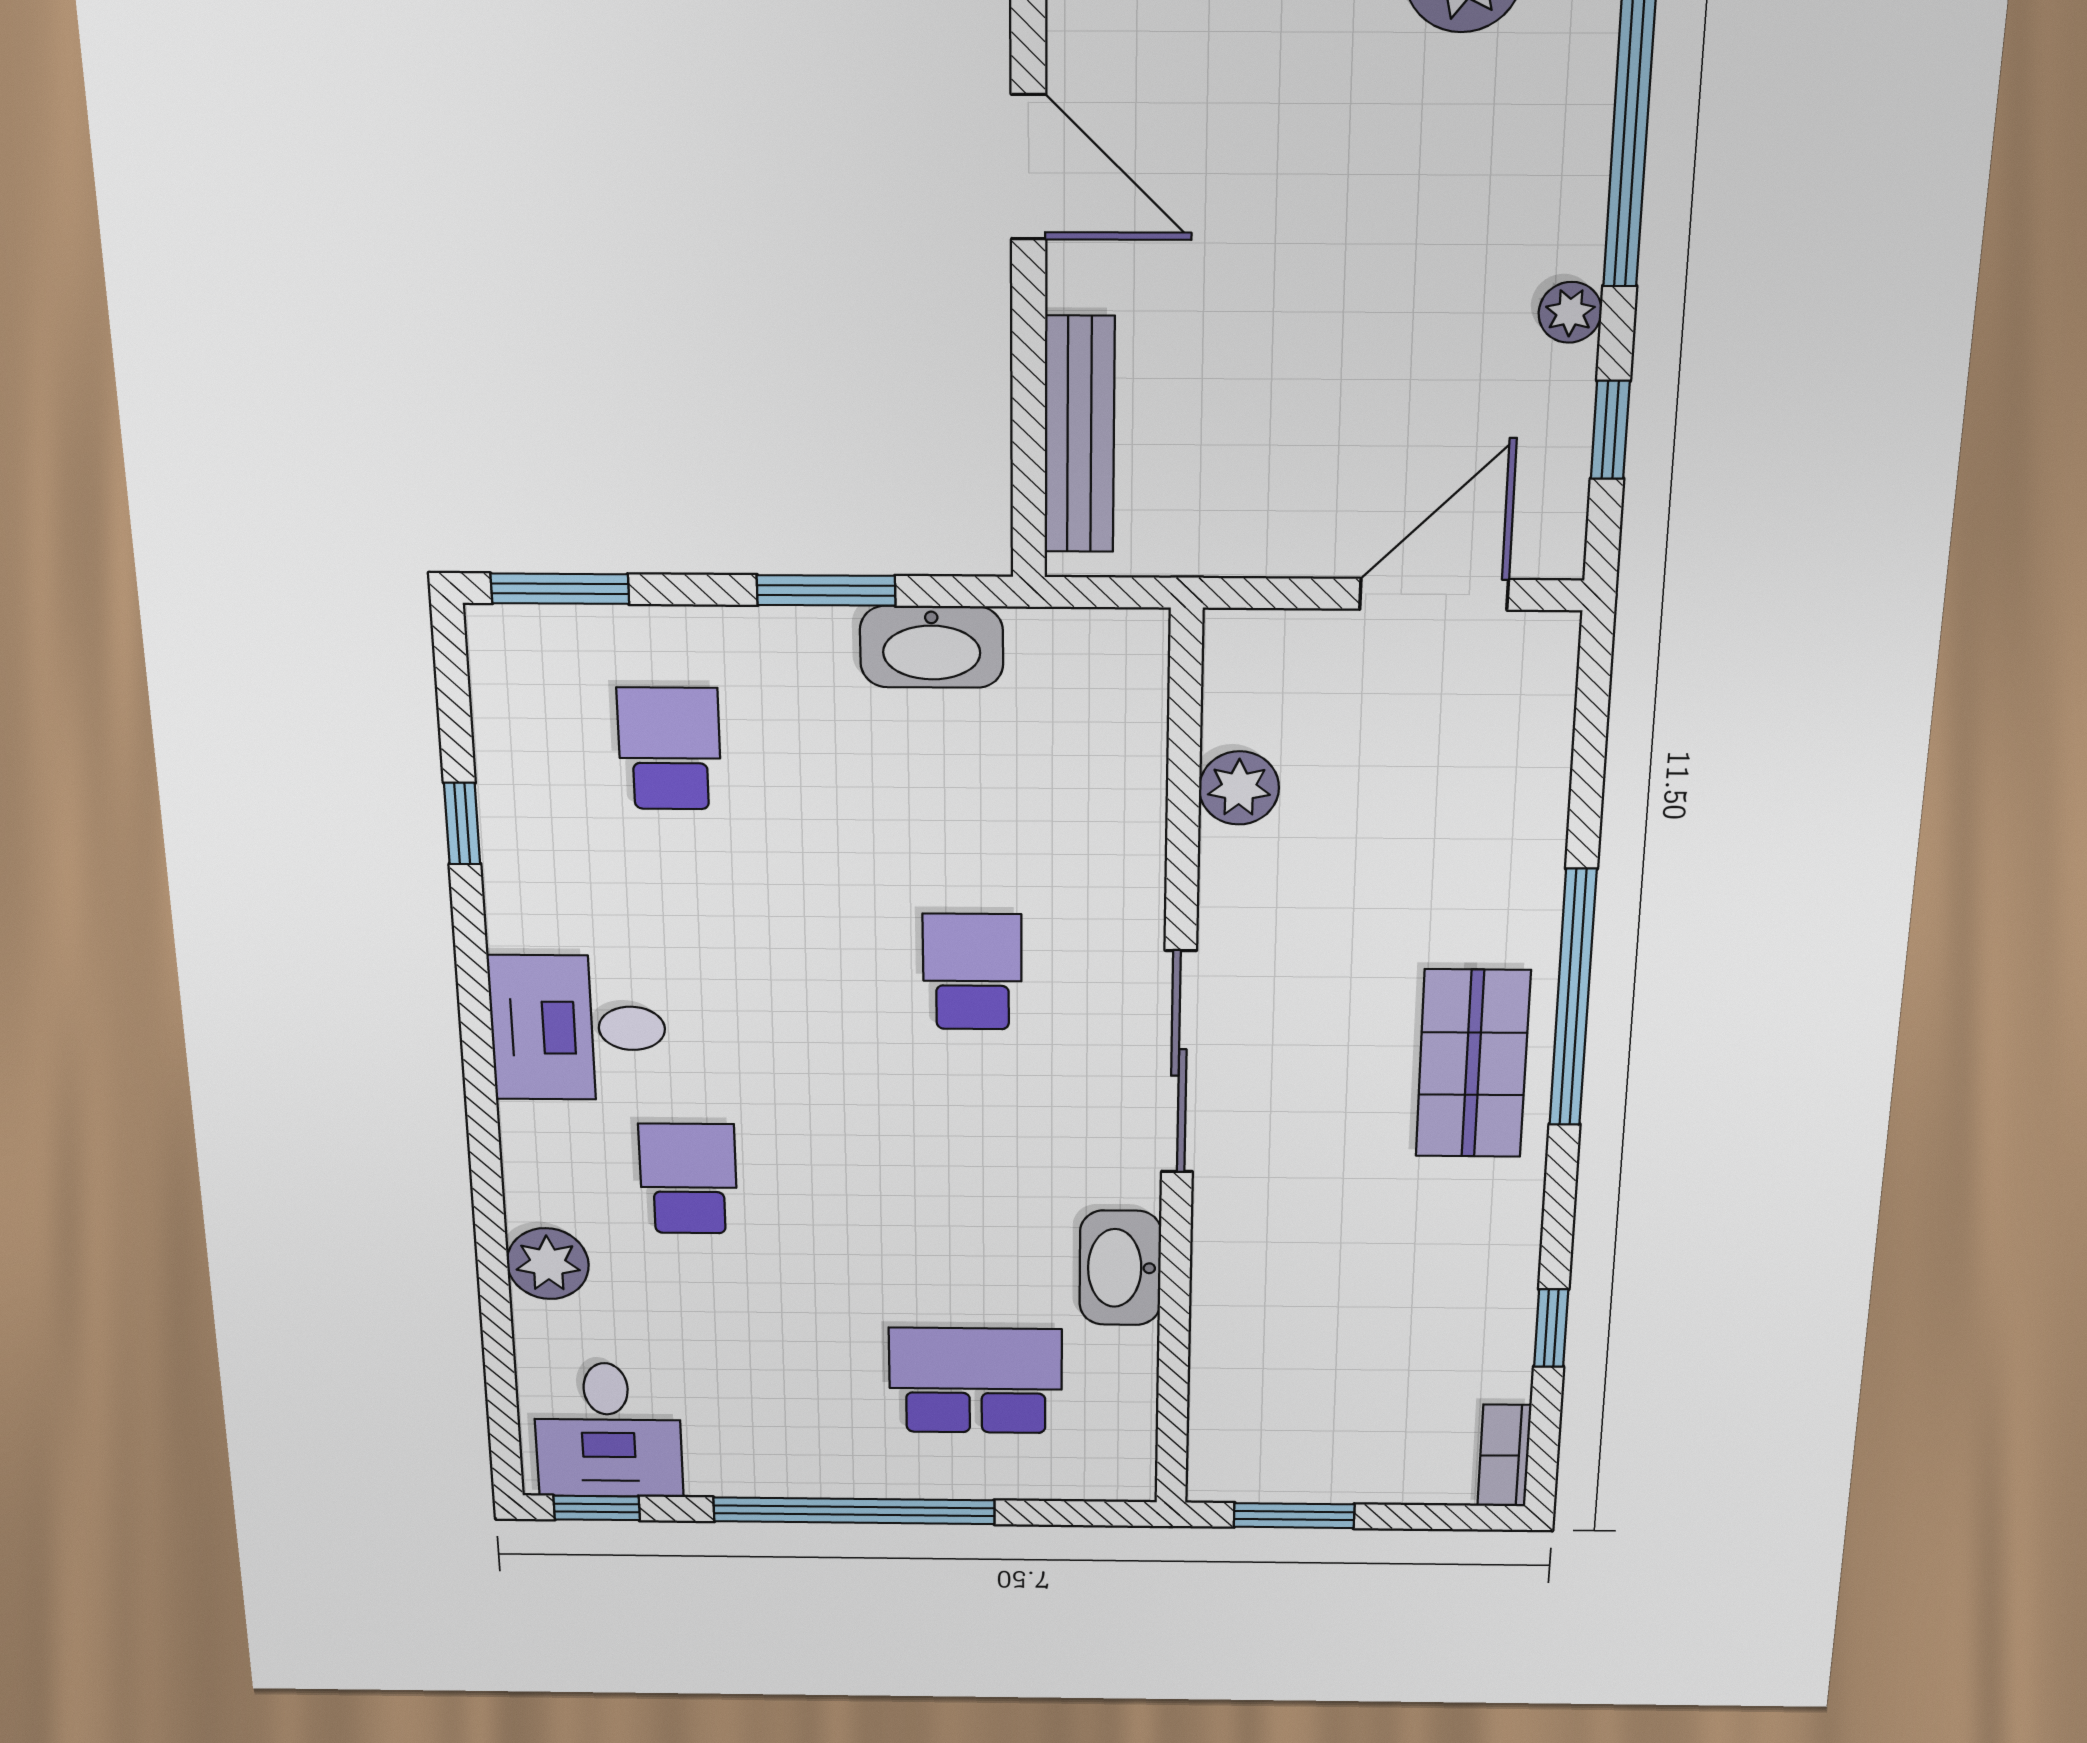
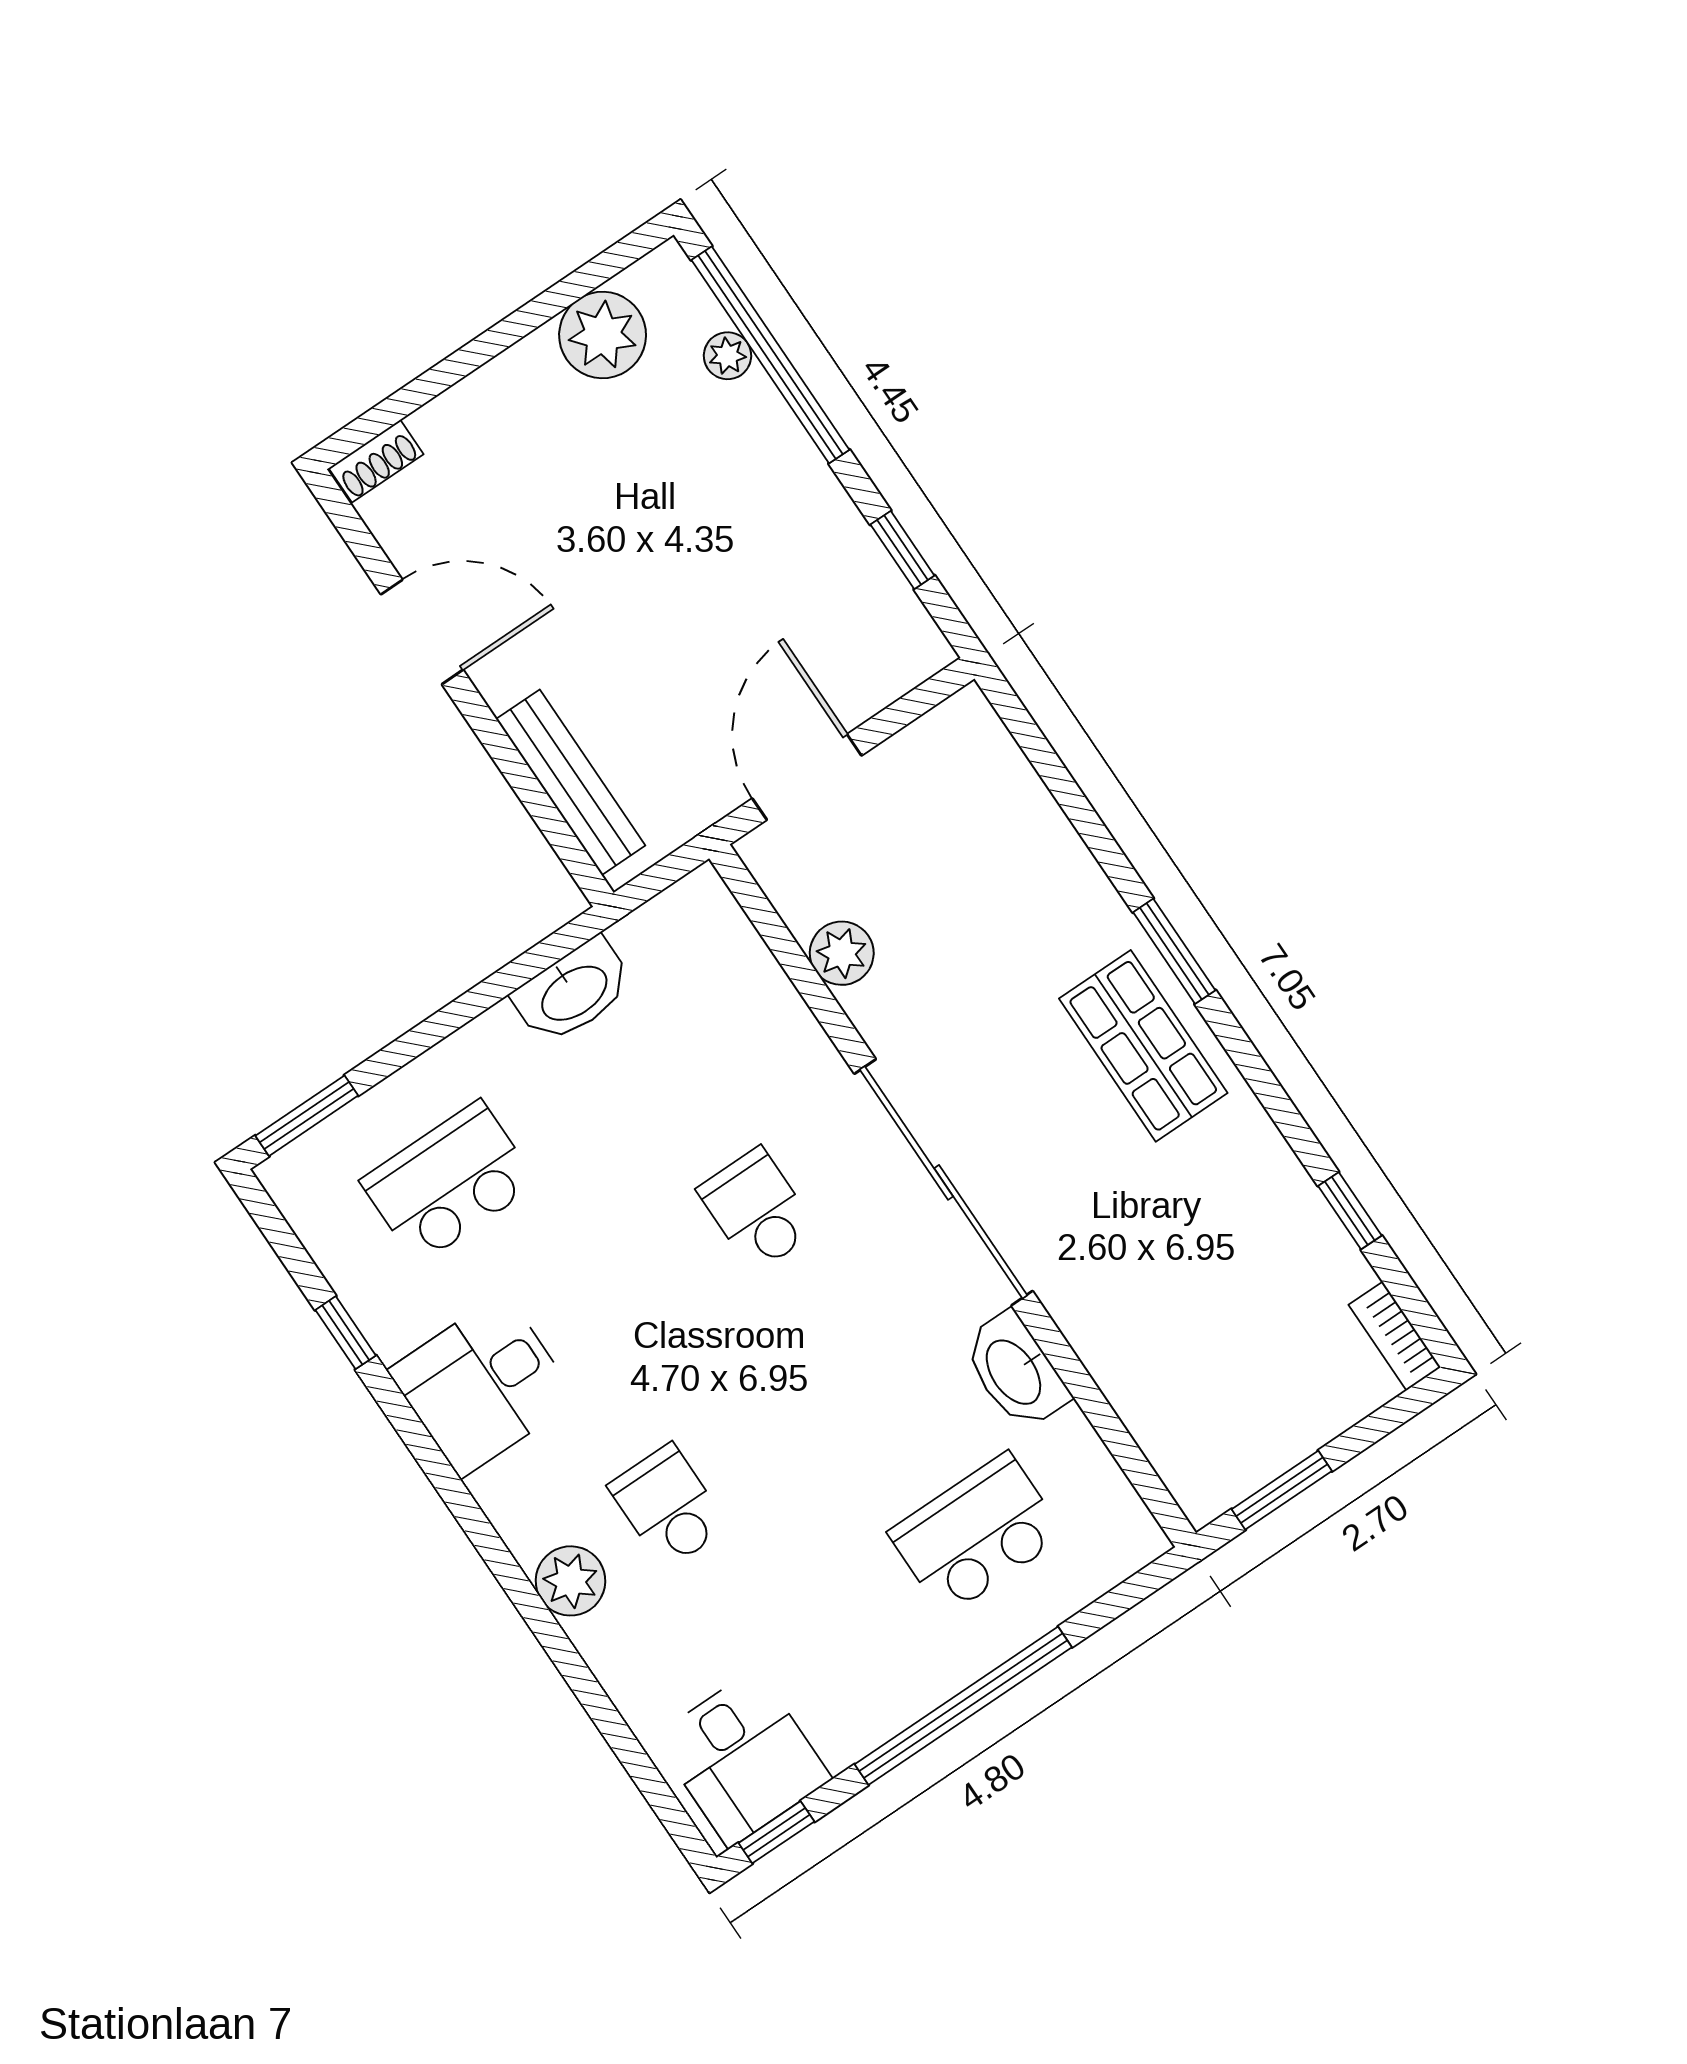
plant: (1570, 312) -> (728, 356), moved
window: (826, 590) -> (479, 999), removed
door: (1434, 594) -> (807, 777), moved
school desk: (669, 749) -> (449, 1182), width x1.85
window: (1573, 998) -> (1174, 951), width x0.47
desk: (578, 1028) -> (483, 1385), moved
sliding door: (1179, 1062) -> (944, 1182), width x1.36
plant: (548, 1264) -> (571, 1581), moved

